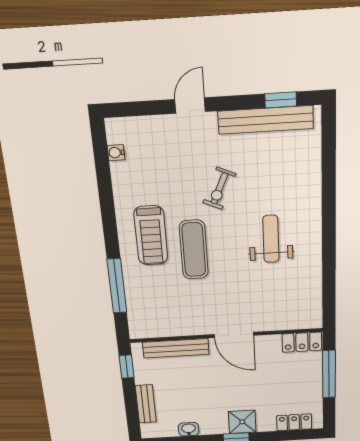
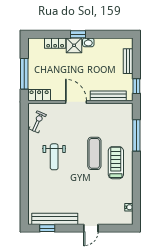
exercise bike: (219, 188) -> (38, 122), moved
locker: (294, 422) -> (55, 43), moved
washbasin: (189, 429) -> (88, 42), moved

